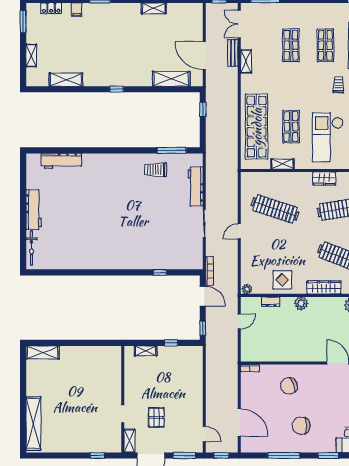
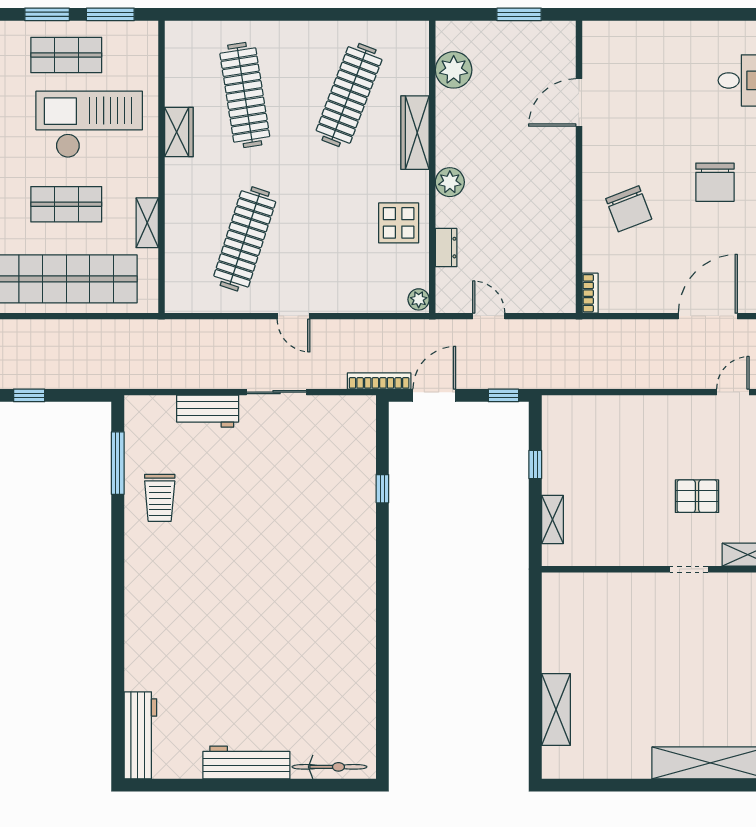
checkout: (328, 137) -> (89, 124), turned 180
workbench: (61, 161) -> (140, 735), moved
workbench: (196, 186) -> (208, 411), width x0.73
shelving: (43, 352) -> (556, 709), moved

